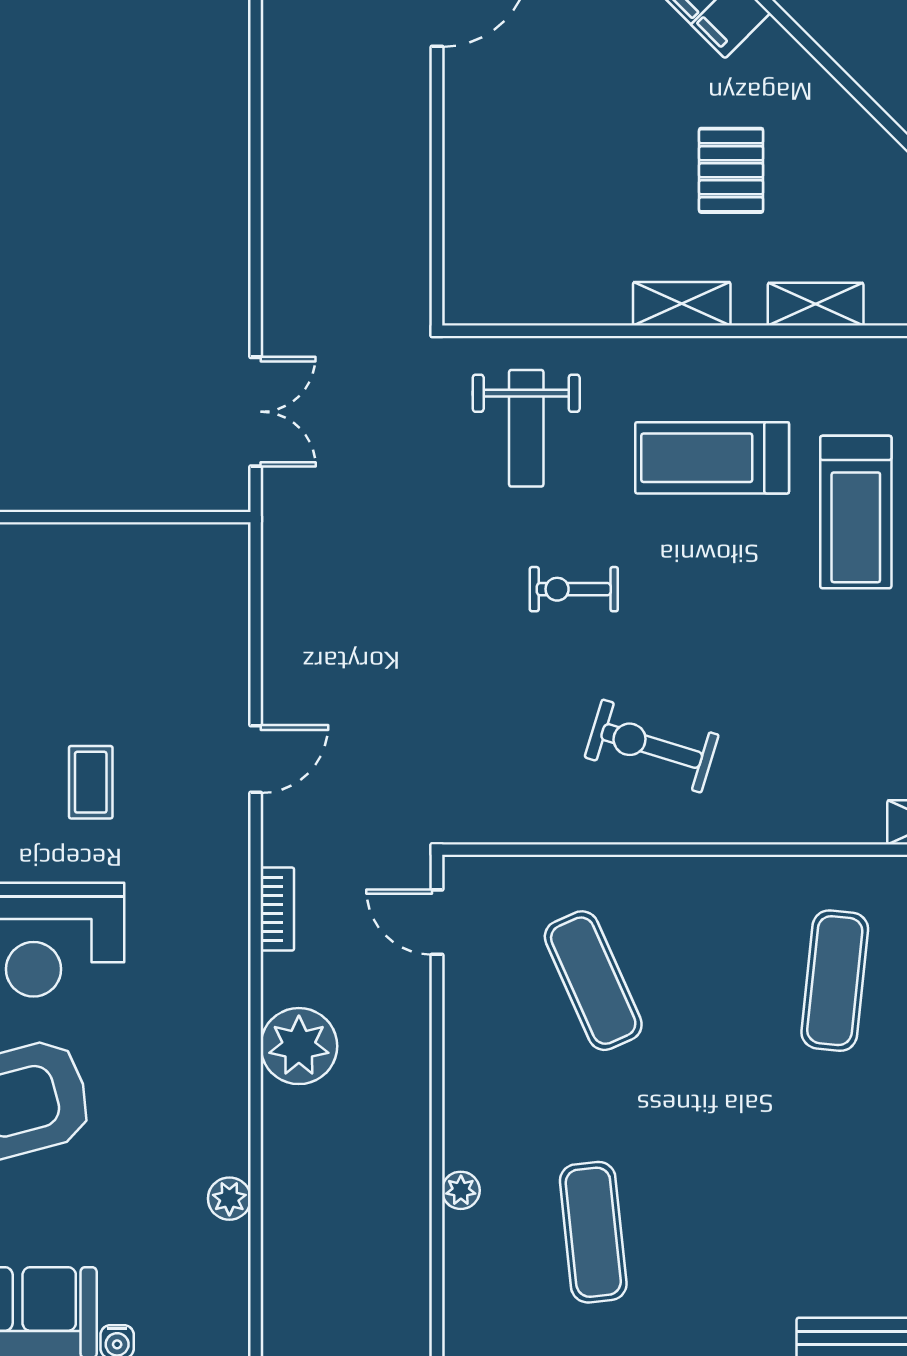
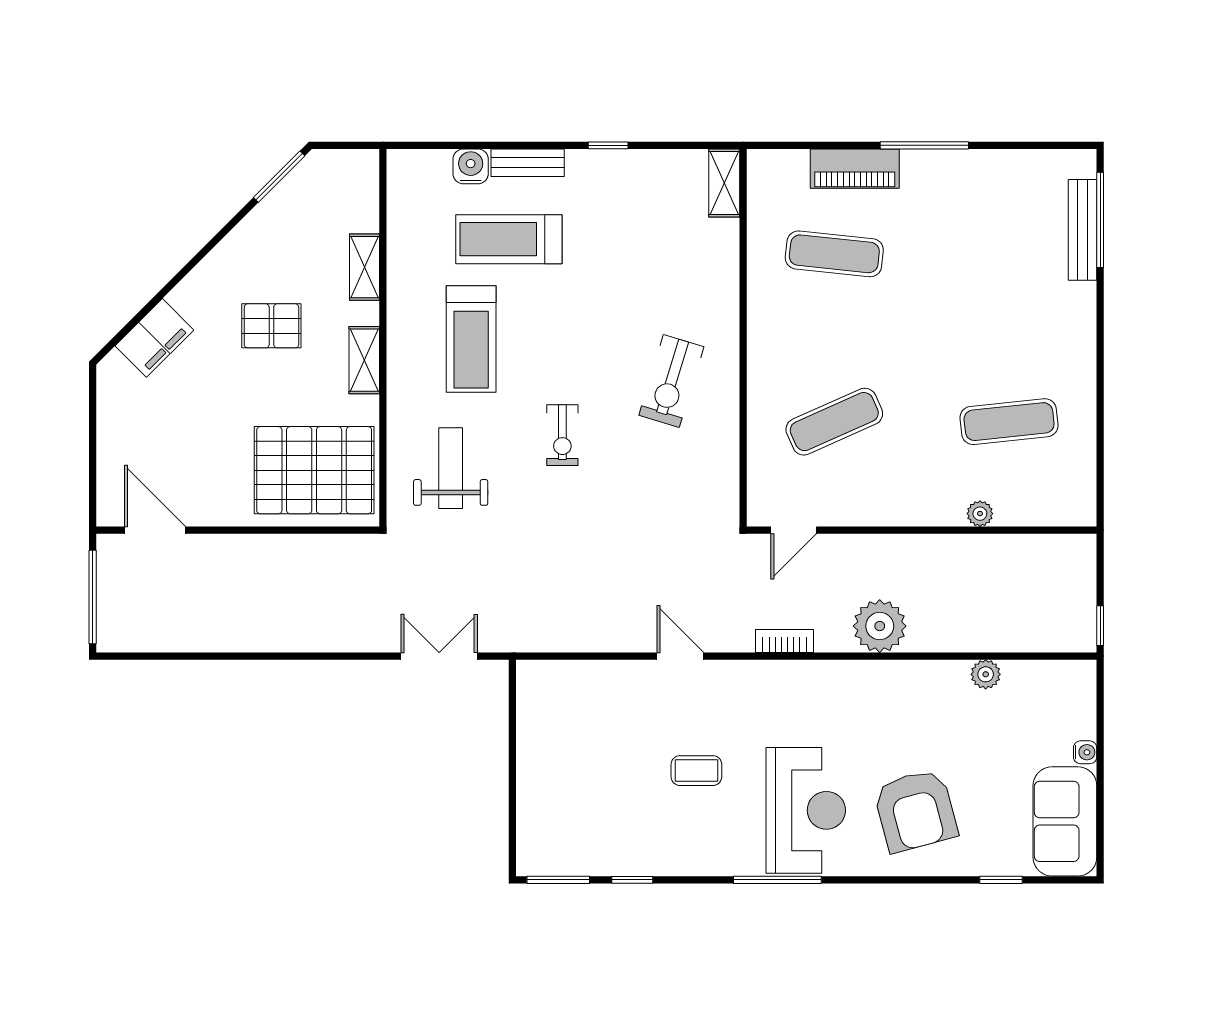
pallet: (523, 232) -> (314, 470), added
weight bench: (526, 428) -> (451, 468), turned -90
treadmill: (856, 512) -> (509, 239), turned 180

